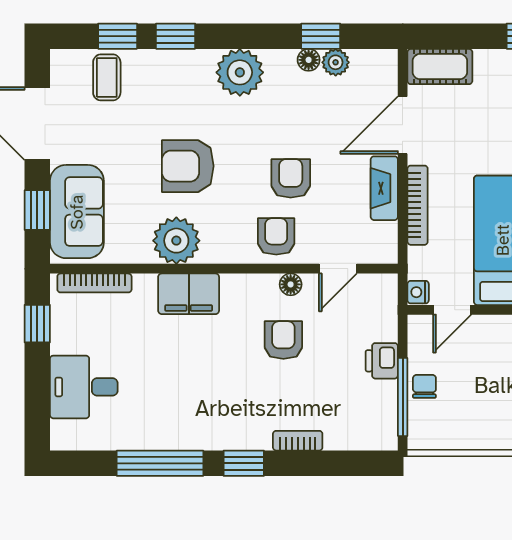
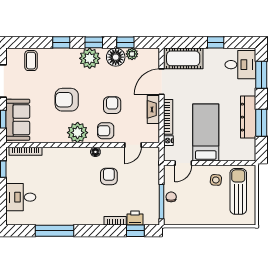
window: (118, 36) -> (94, 42), moved
floor lamp: (309, 60) -> (116, 57), width x1.89, depth x1.89
cot: (440, 67) -> (183, 58), width x1.37, depth x1.34
armchair: (276, 236) -> (106, 131), turned -90
plant: (176, 241) -> (78, 133), moved
floor lamp: (291, 284) -> (95, 152), moved
nightstand: (418, 292) -> (168, 141), moved
filing cabinet: (189, 294) -> (67, 156), removed
printer: (382, 361) -> (135, 218), moved, turned 90
window: (244, 463) -> (135, 231), moved

